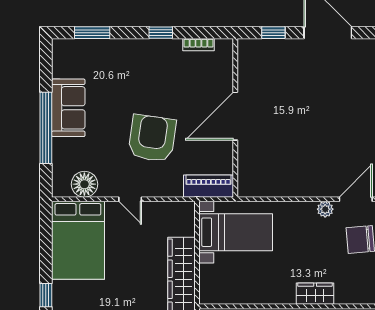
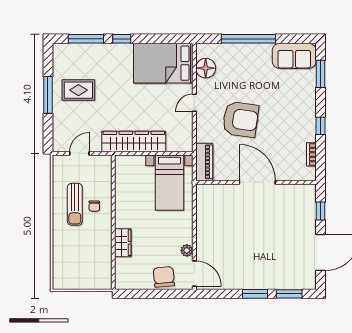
sofa: (68, 108) -> (294, 56), moved

